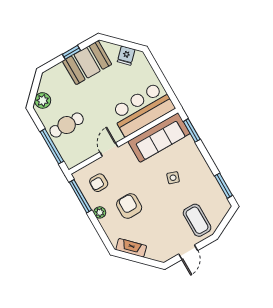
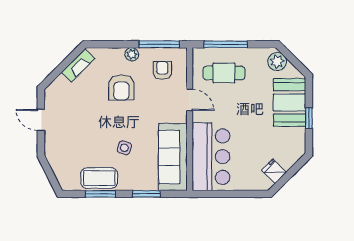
booth: (87, 63) -> (289, 102), moved
cafe table: (67, 125) -> (224, 73), moved, turned 90
window: (192, 130) -> (146, 194), moved
window: (224, 186) -> (100, 194), moved
armchair: (129, 206) -> (121, 87), turned 90
coffee table: (197, 220) -> (99, 178), moved

